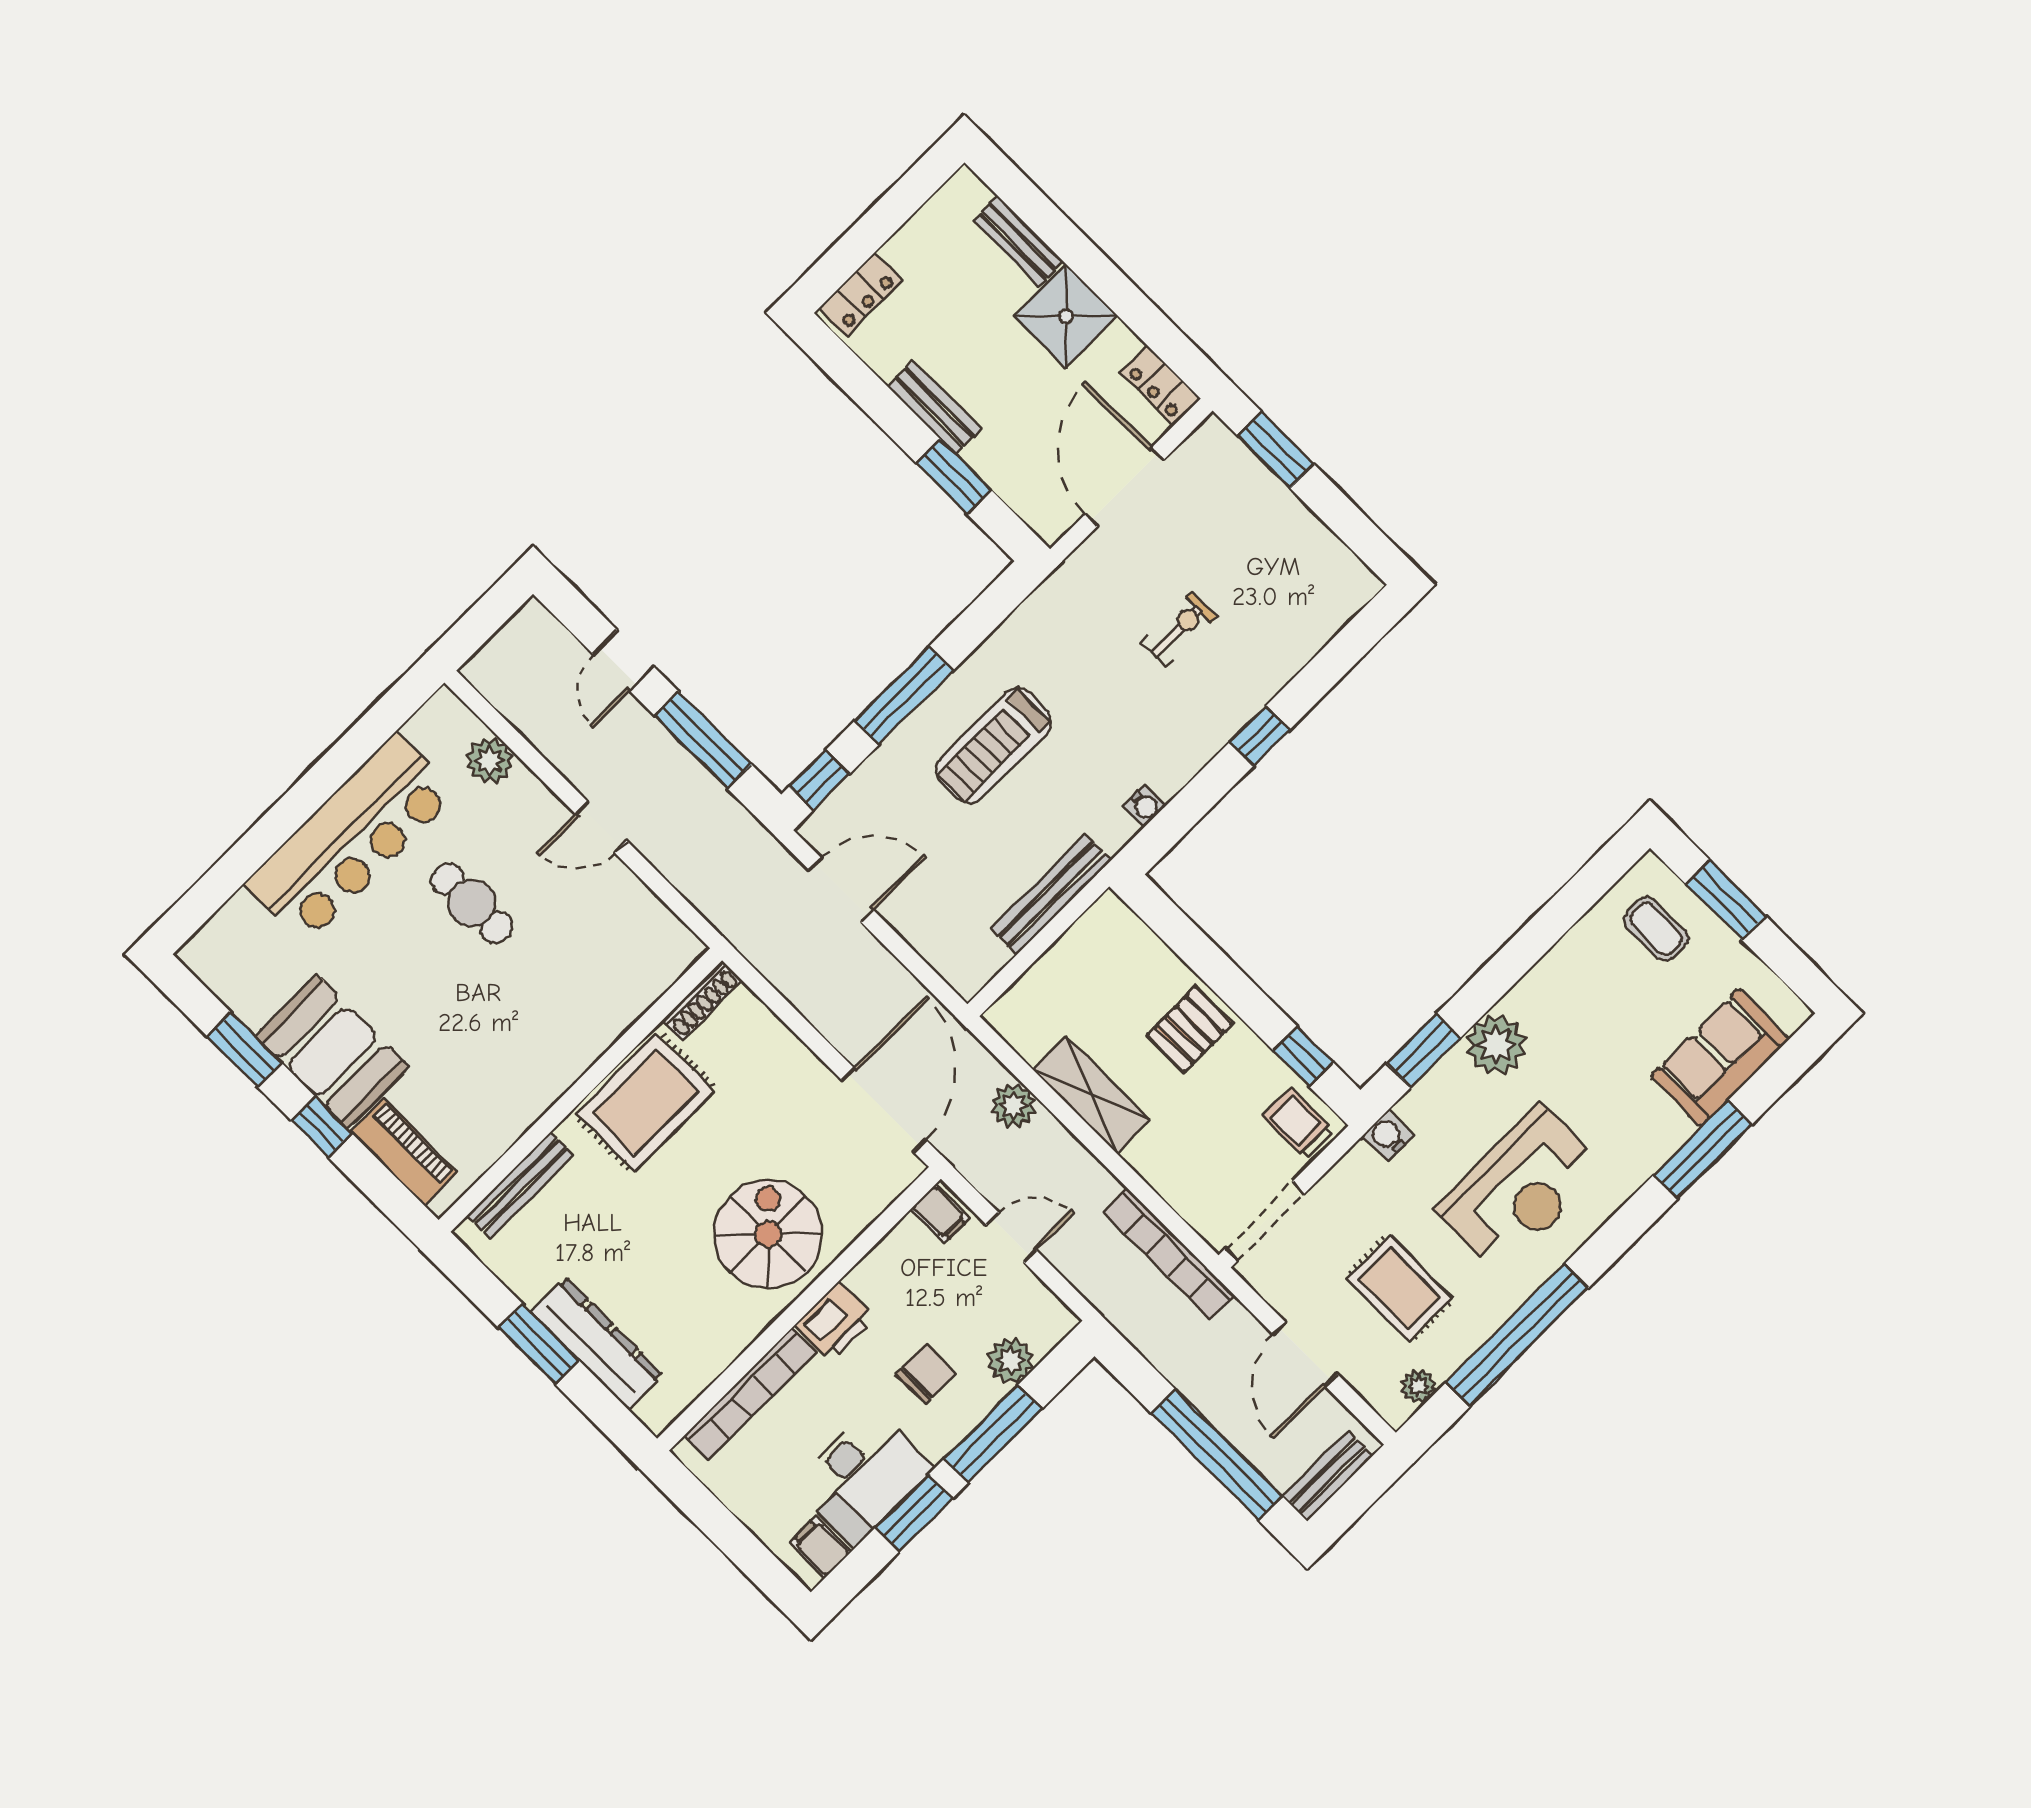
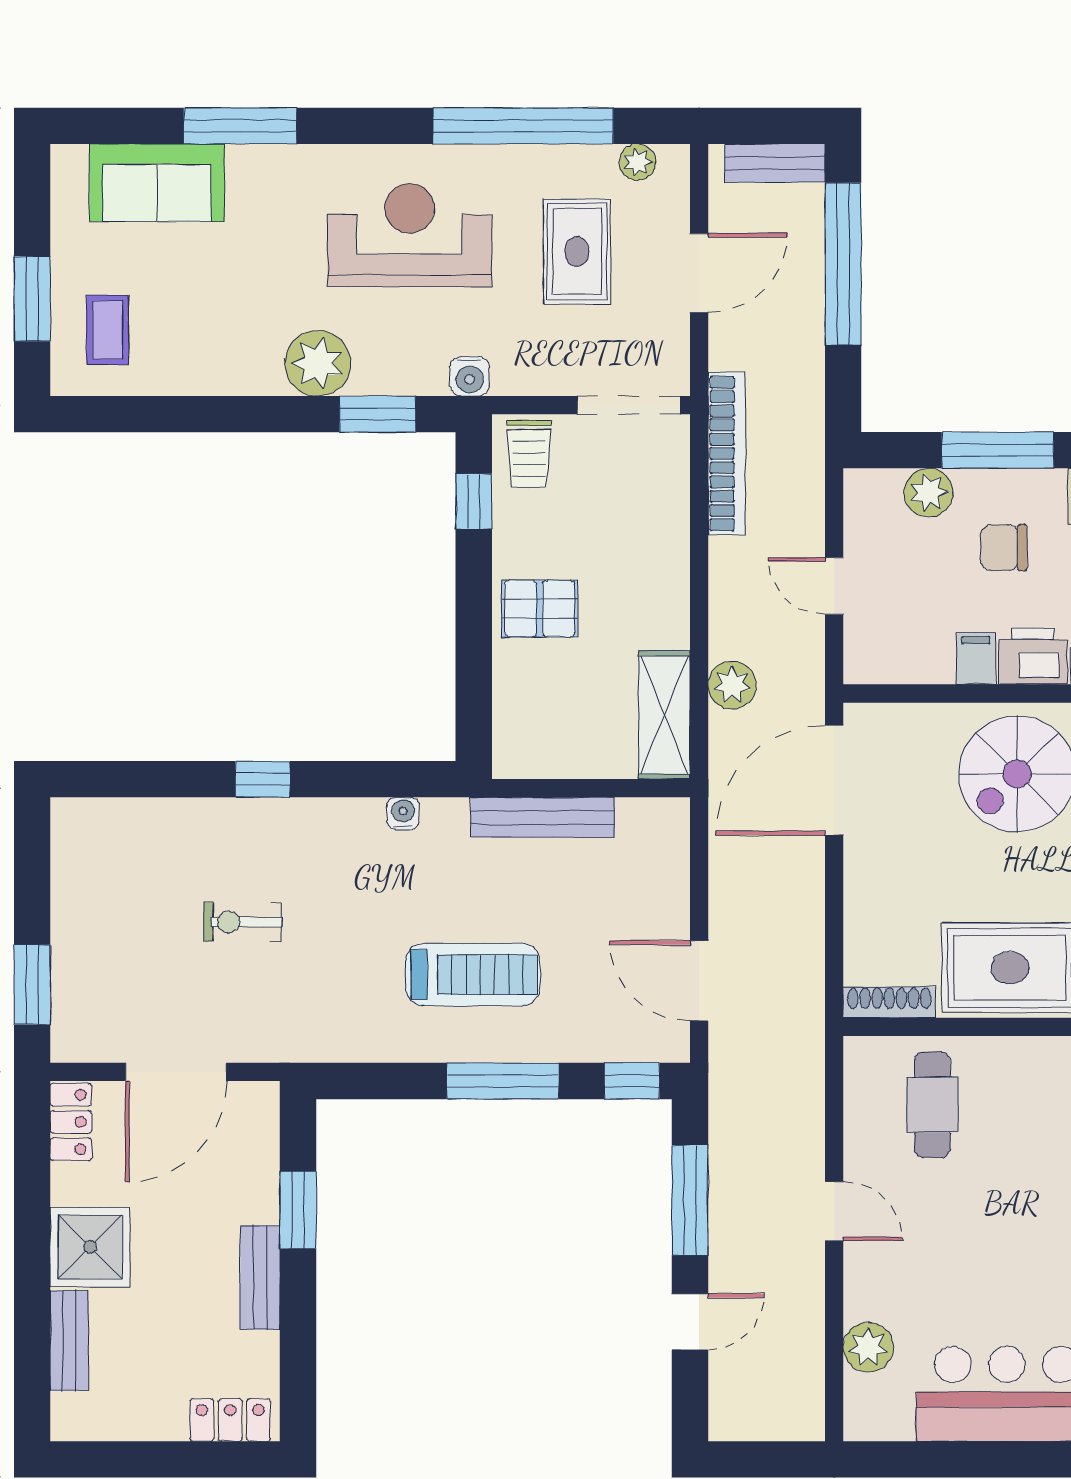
cafe table: (472, 903) -> (932, 1105), moved
shelving: (1092, 1095) -> (664, 715), moved
filing cabinet: (940, 1214) -> (976, 658), moved

